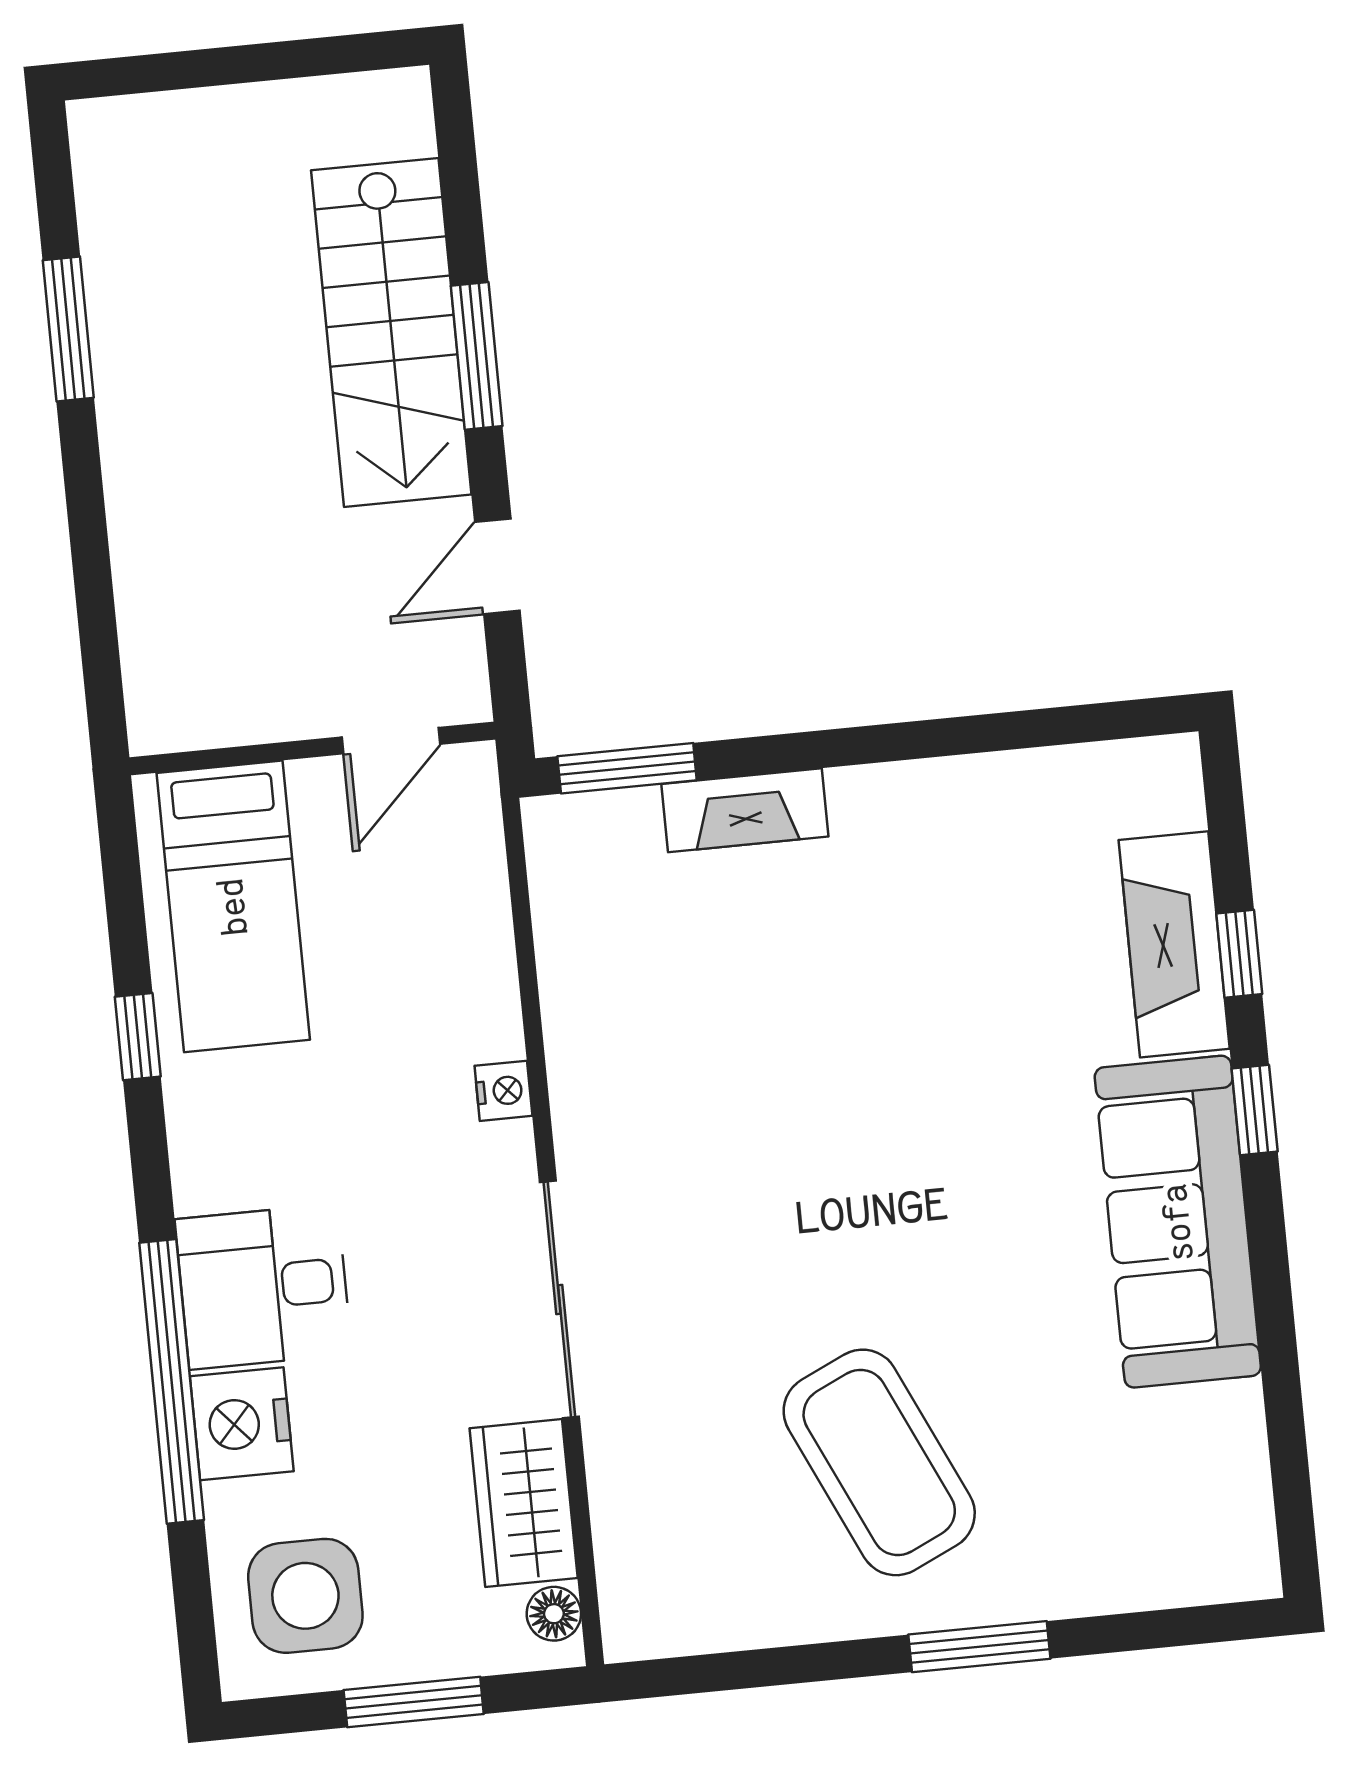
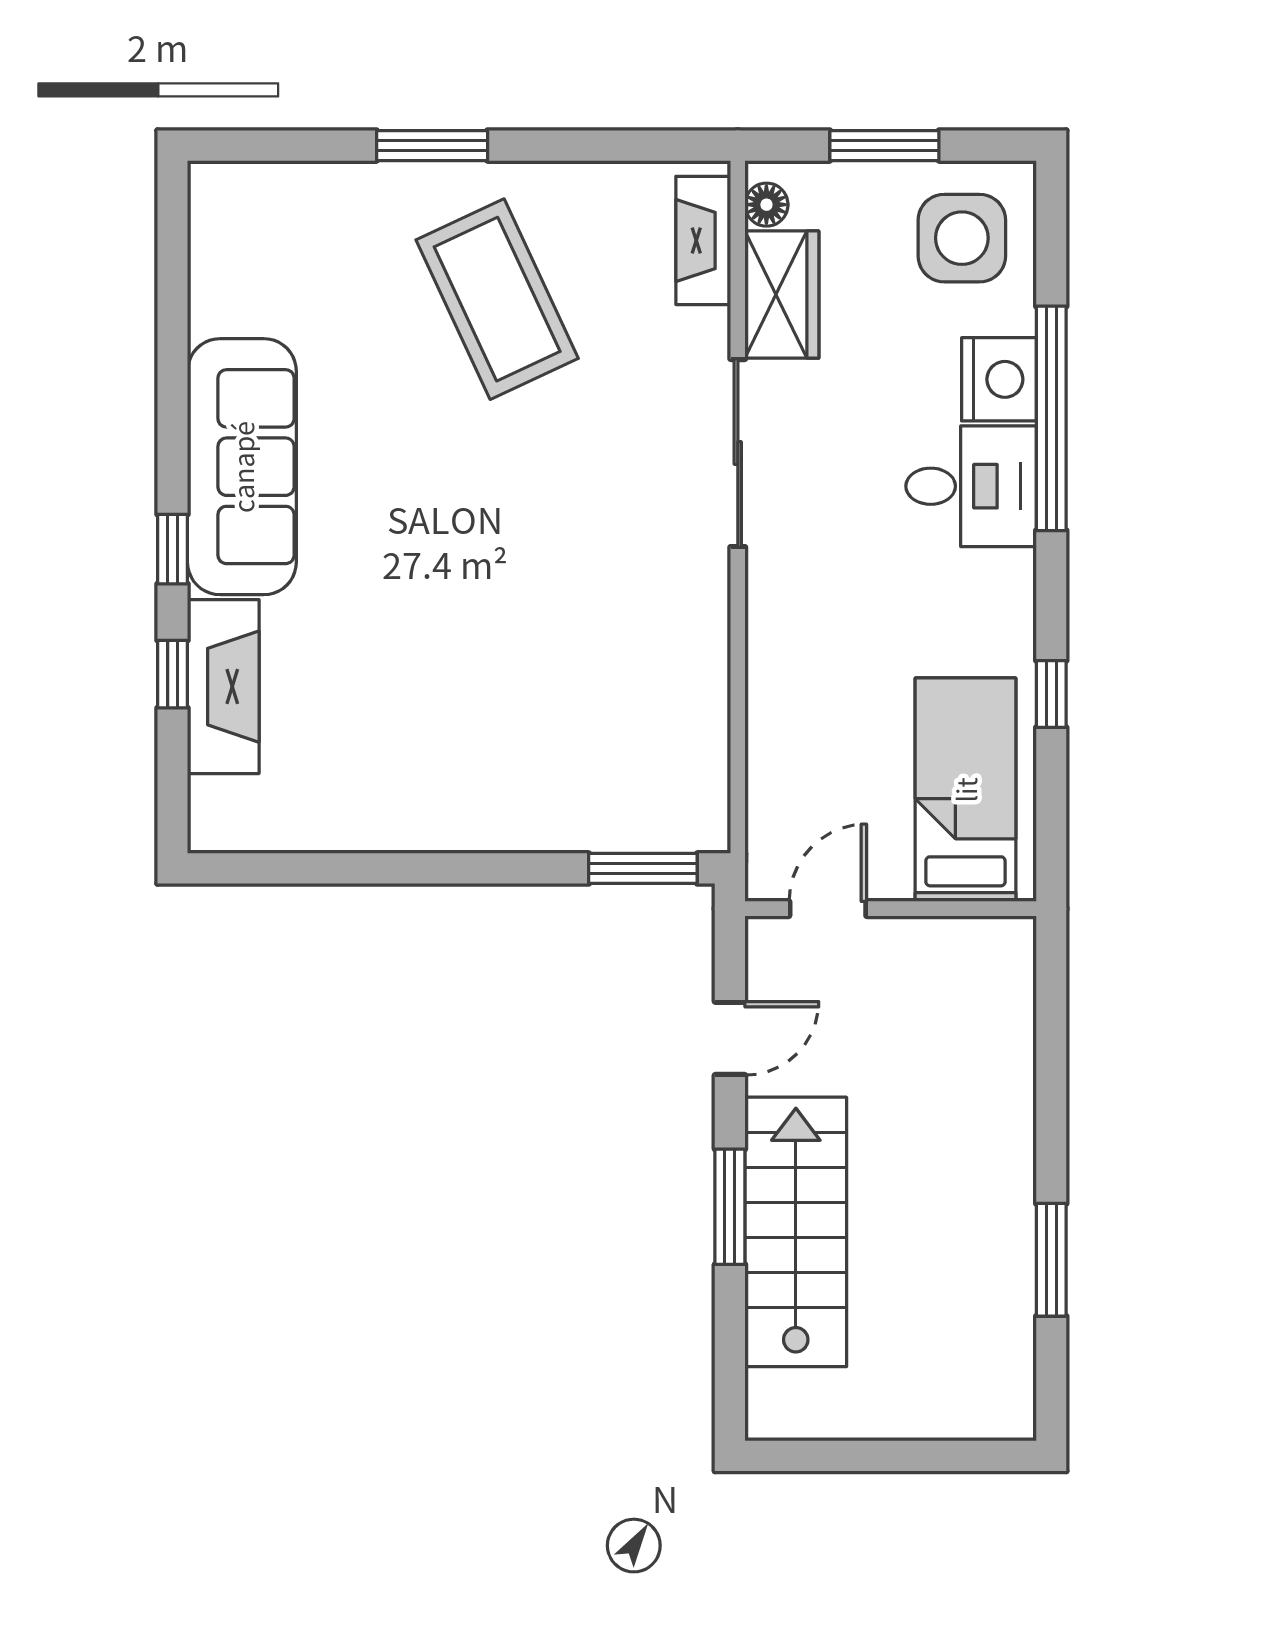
fireplace: (745, 810) -> (703, 240), moved, turned -90
nightstand: (503, 1091) -> (766, 623), removed

